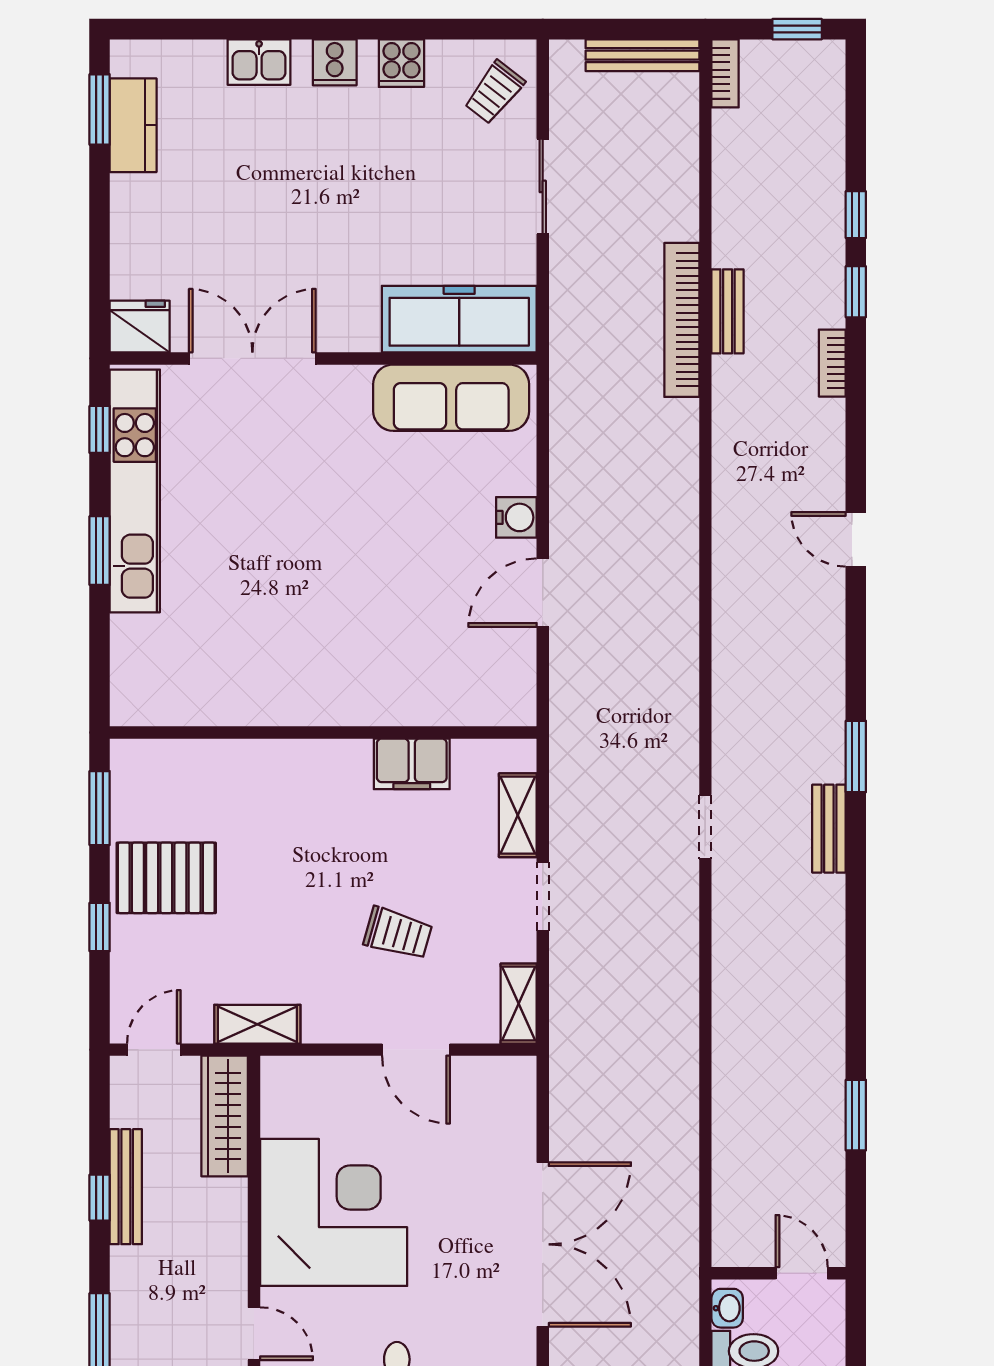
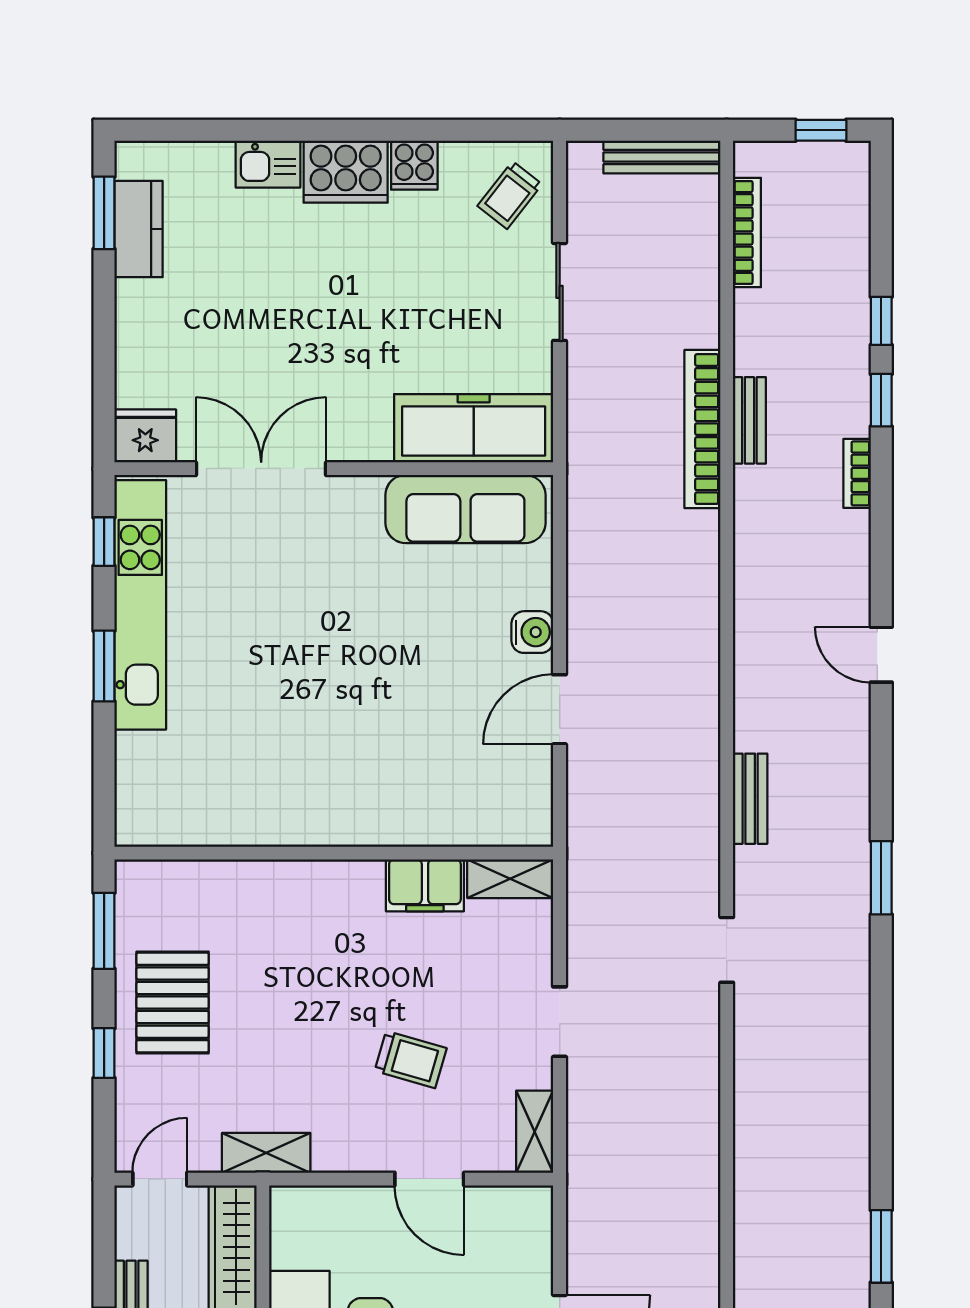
cooker: (335, 62) -> (346, 172), width x1.87, depth x1.31
bookcase: (725, 73) -> (747, 232), moved, width x1.56
shelving: (518, 815) -> (510, 879), moved, turned 90
bench: (829, 829) -> (750, 799), moved
pallet: (166, 878) -> (173, 1003), turned 90

